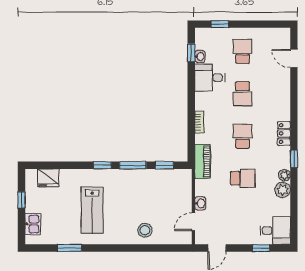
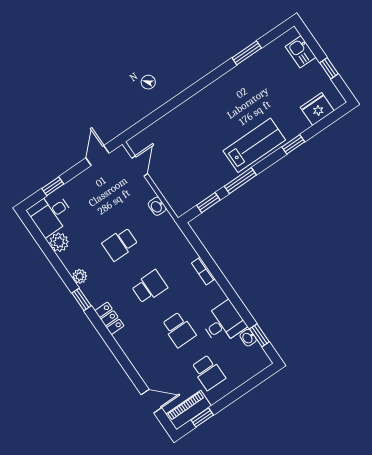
window: (220, 24) -> (202, 418), moved
school desk: (243, 94) -> (179, 330), turned 180
school desk: (243, 136) -> (149, 287), turned -90
piano: (203, 161) -> (189, 410), moved, turned 90
window: (102, 165) -> (293, 144), moved
plant: (283, 190) -> (59, 242), moved
washbasin: (200, 203) -> (157, 206), moved
lab bench: (92, 210) -> (254, 145), moved, turned 90
stool: (145, 230) -> (183, 123), removed

